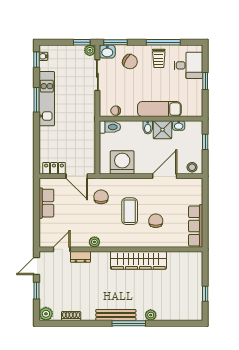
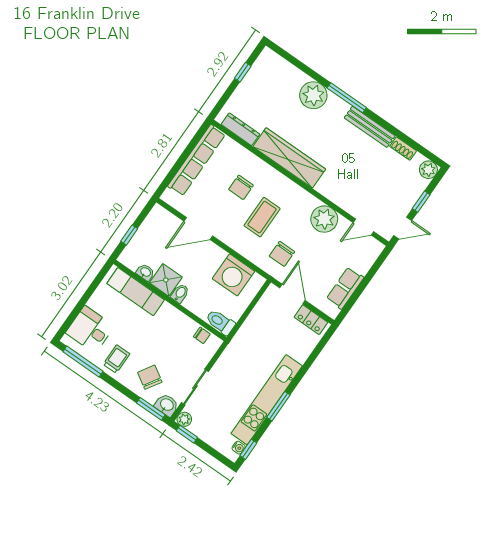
window: (163, 42) -> (83, 362), moved
window: (205, 81) -> (84, 300), removed
kitchen unit: (47, 99) -> (267, 400), width x1.36
exam couch: (159, 109) -> (136, 292), moved
stool: (192, 167) -> (162, 218), removed
row of seats: (196, 226) -> (197, 160), width x1.36
plant: (94, 242) -> (324, 219), width x1.88, depth x1.88
dresser: (80, 257) -> (240, 129), moved, width x1.44
bench: (116, 315) -> (370, 127), moved
plant: (151, 315) -> (313, 95), width x1.88, depth x1.88

